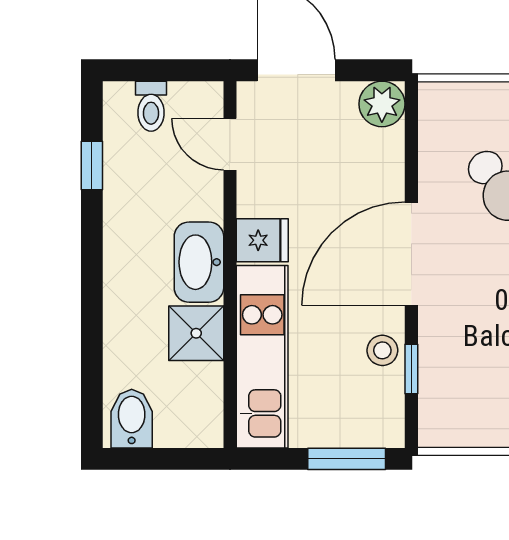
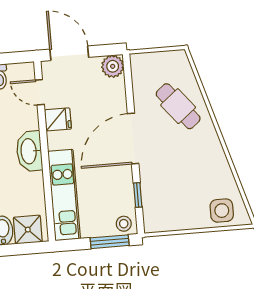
fridge: (262, 240) -> (58, 119), moved
shower: (196, 333) -> (28, 230), moved
stool: (382, 350) -> (124, 224), moved

